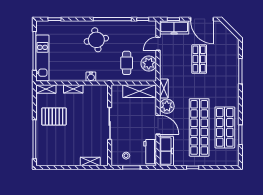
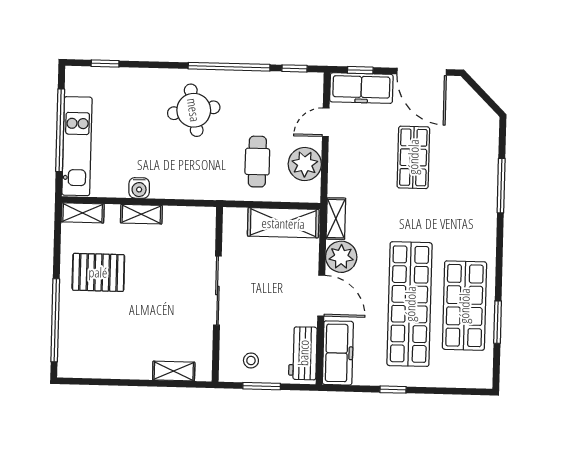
water cooler: (91, 77) -> (139, 188), moved

